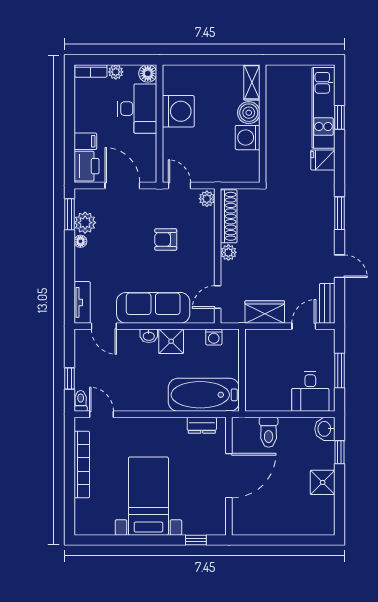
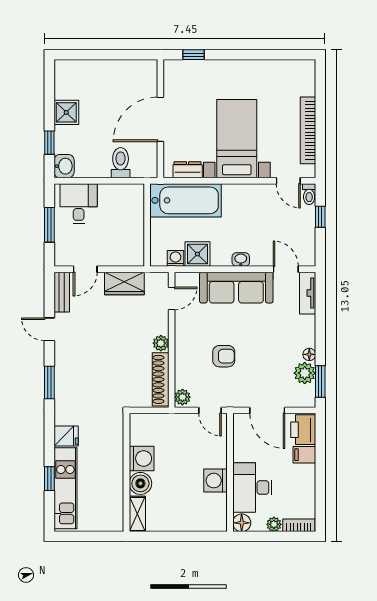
washing machine: (178, 111) -> (216, 481), width x0.73, depth x0.73
shower: (171, 341) -> (197, 254), moved
bed with nightstands: (148, 496) -> (237, 139), moved, turned 180

